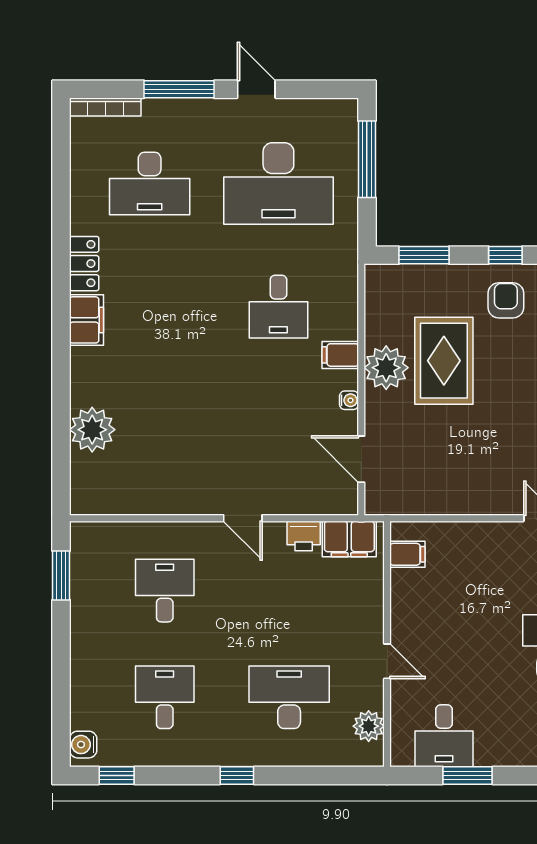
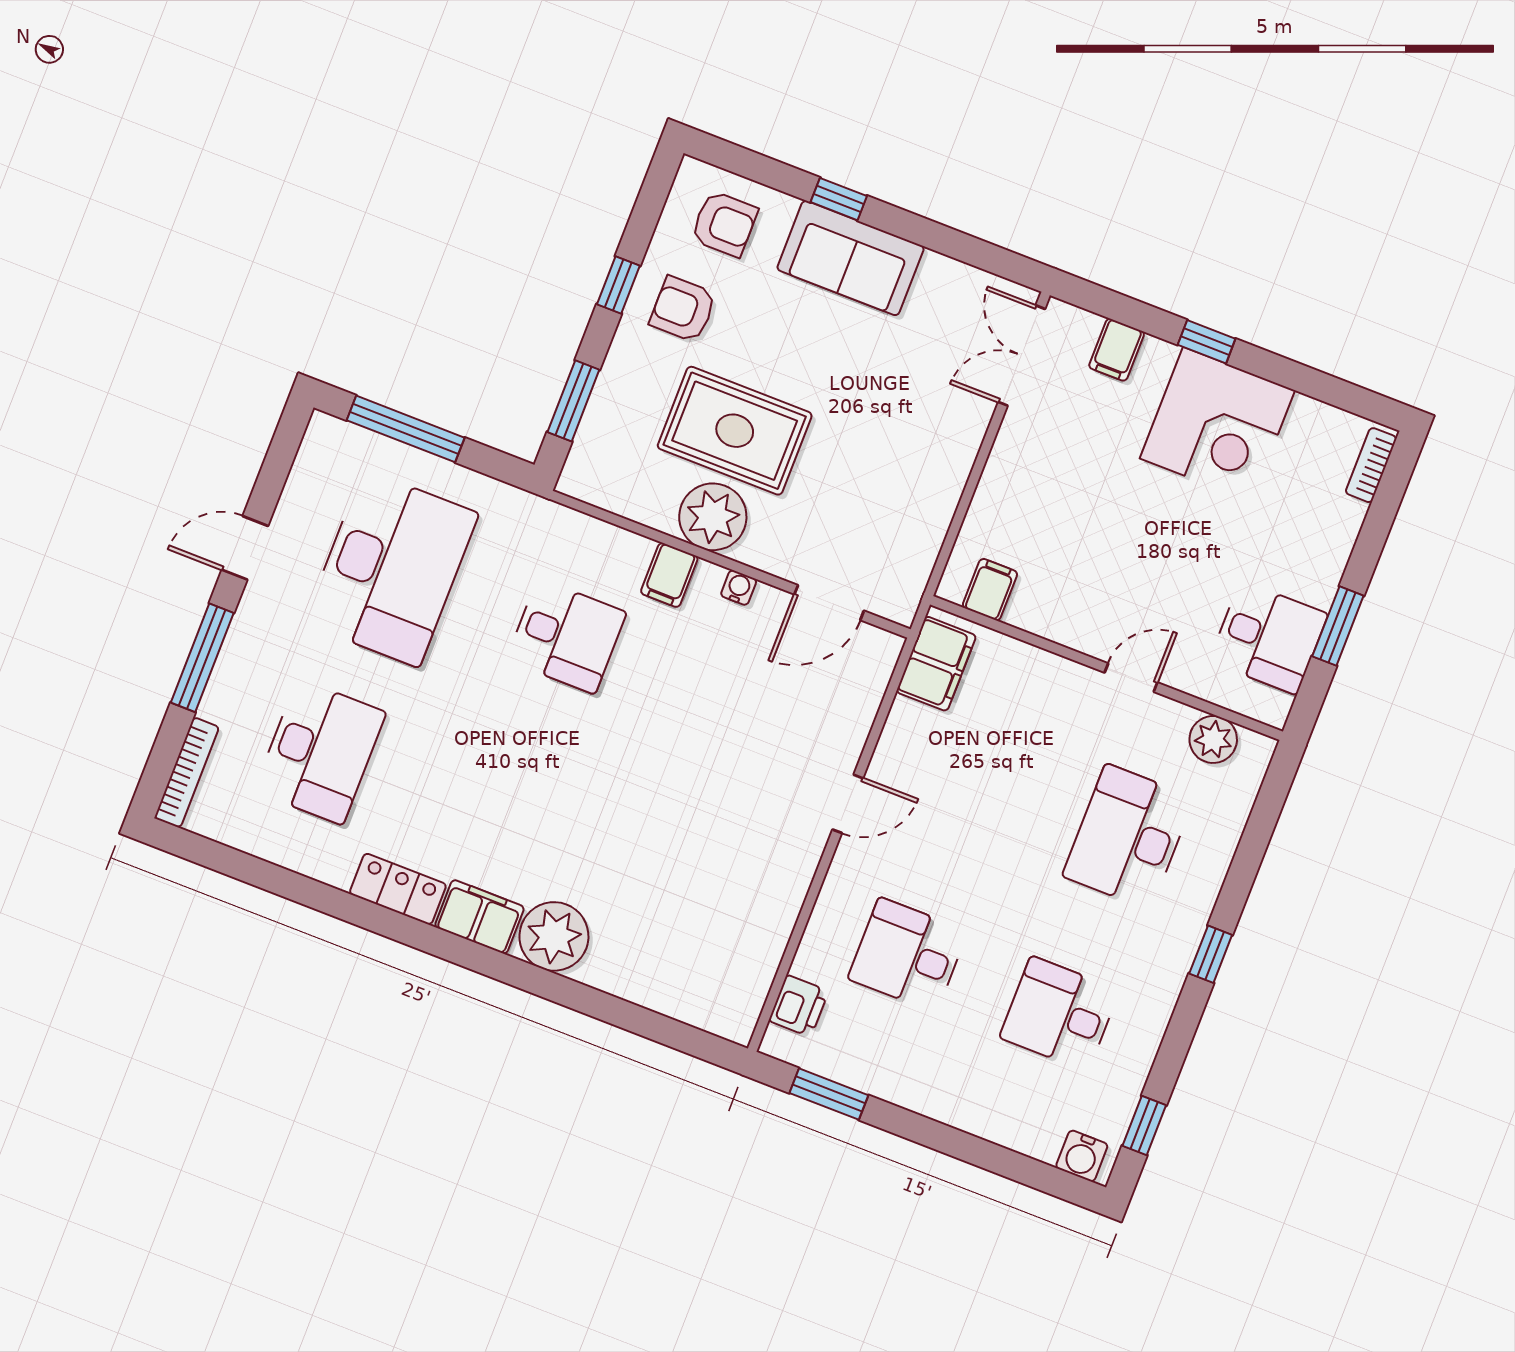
plant: (92, 430) -> (554, 936), moved
printer: (304, 536) -> (799, 1006), moved

